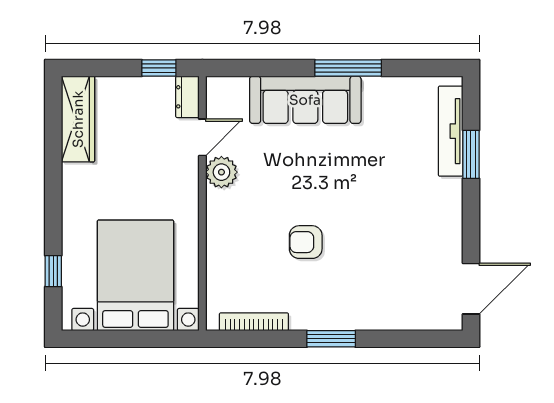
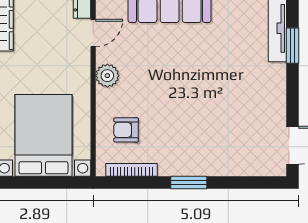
plant: (221, 172) -> (107, 76), moved
armchair: (306, 242) -> (126, 130), moved

